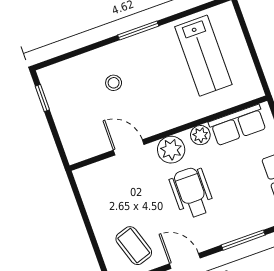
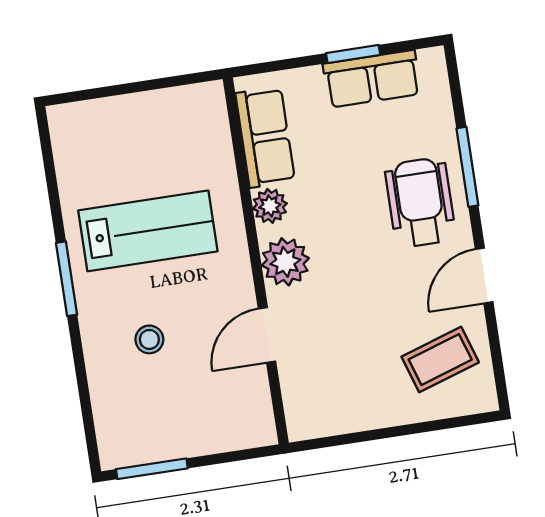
lab bench: (203, 56) -> (148, 231), moved
window: (42, 98) -> (152, 469), width x1.50
wheelchair: (192, 193) -> (420, 202), moved, turned 90

